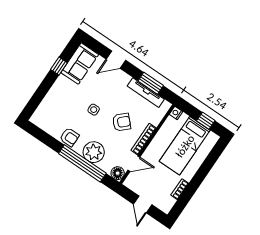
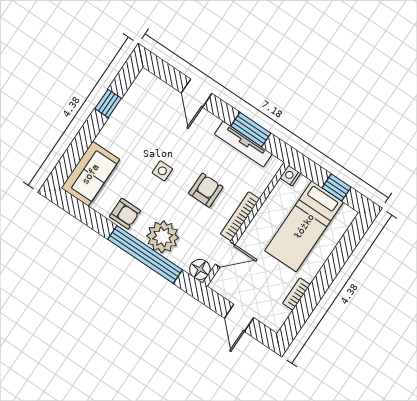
door: (116, 60) -> (197, 93), hinge flipped
sofa: (80, 64) -> (90, 174), moved
armchair: (122, 122) -> (206, 190), turned -46

